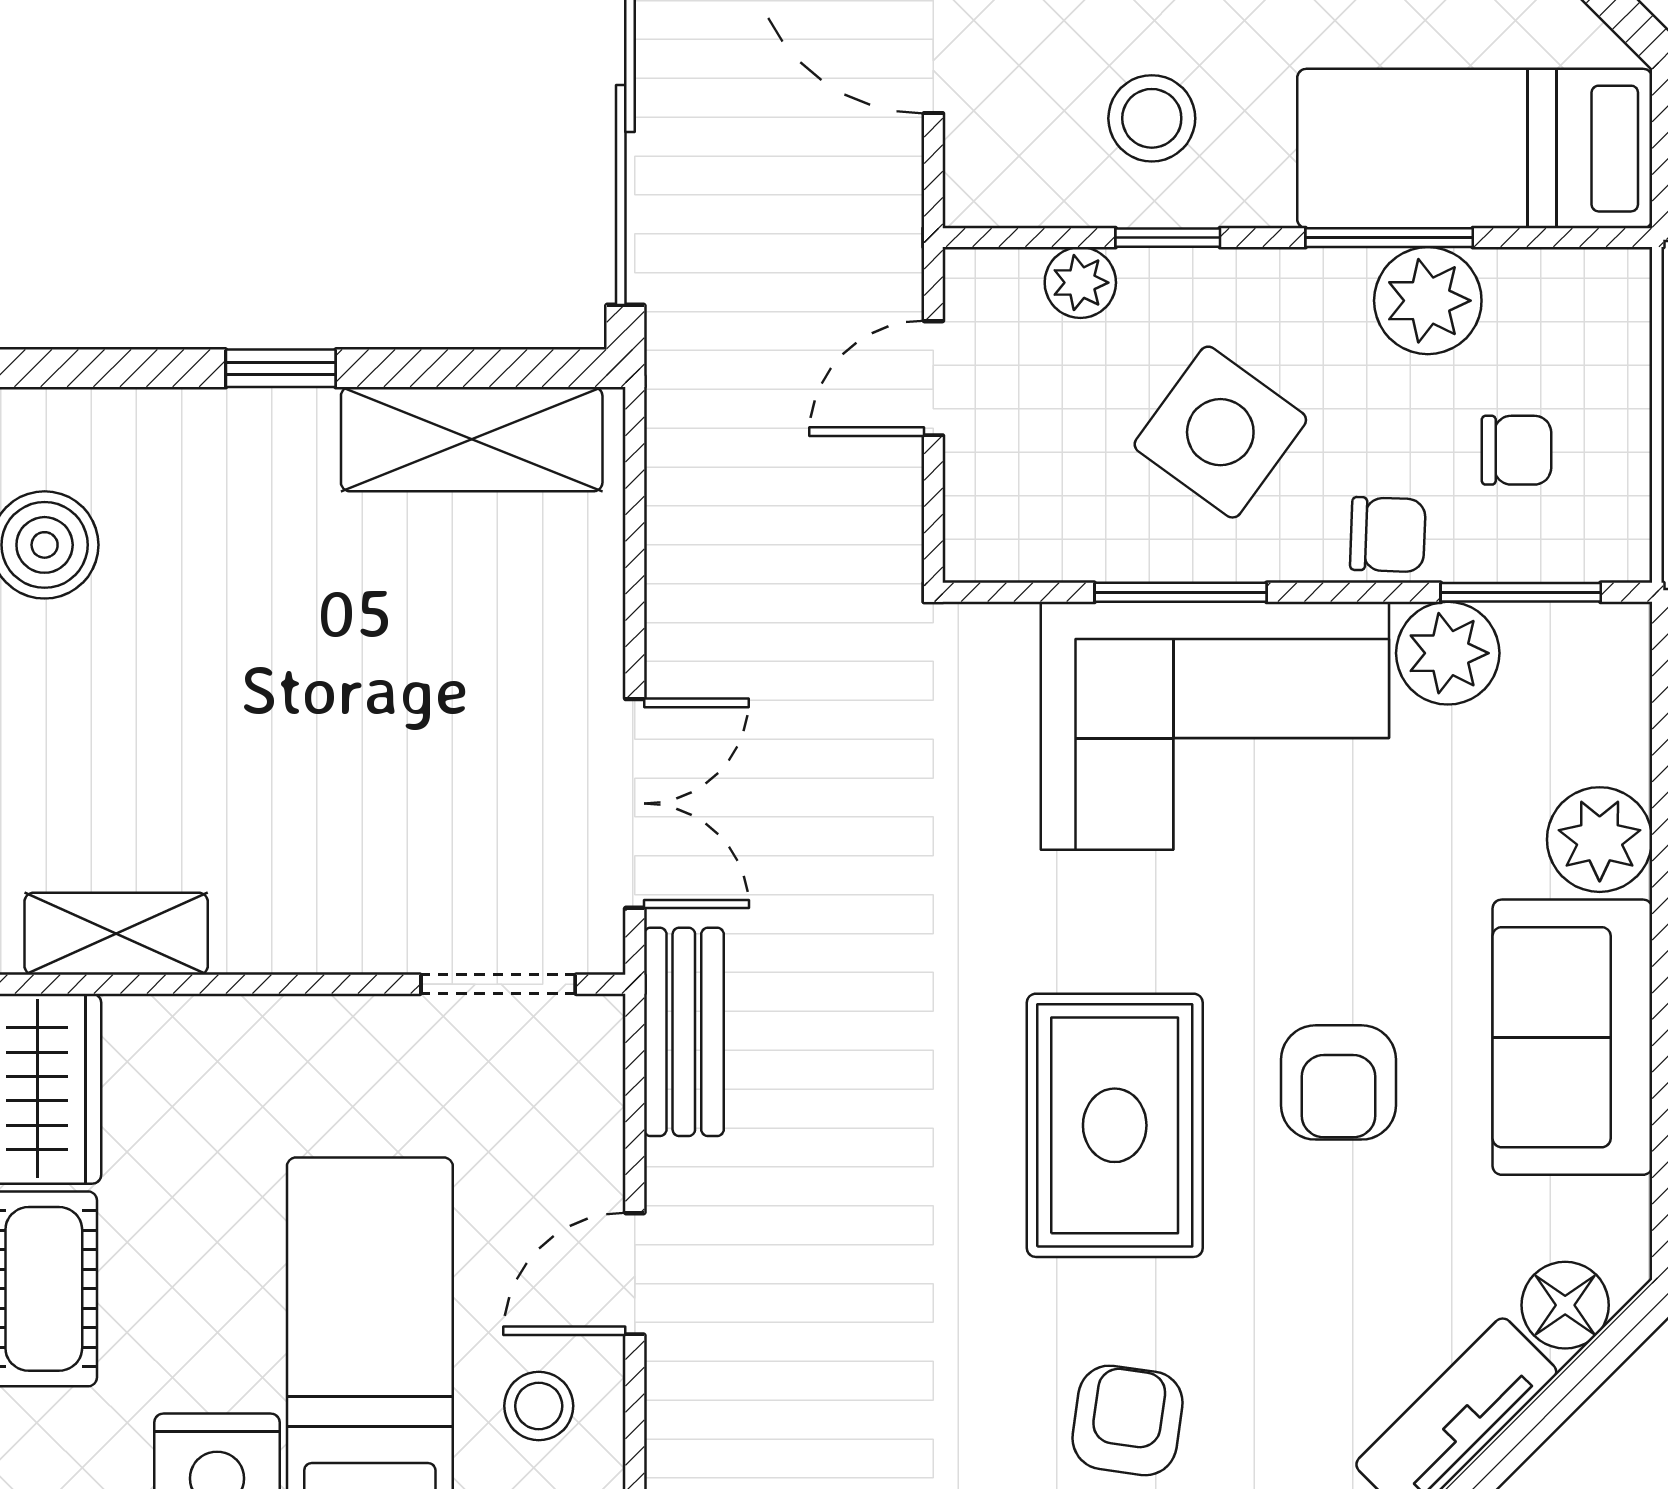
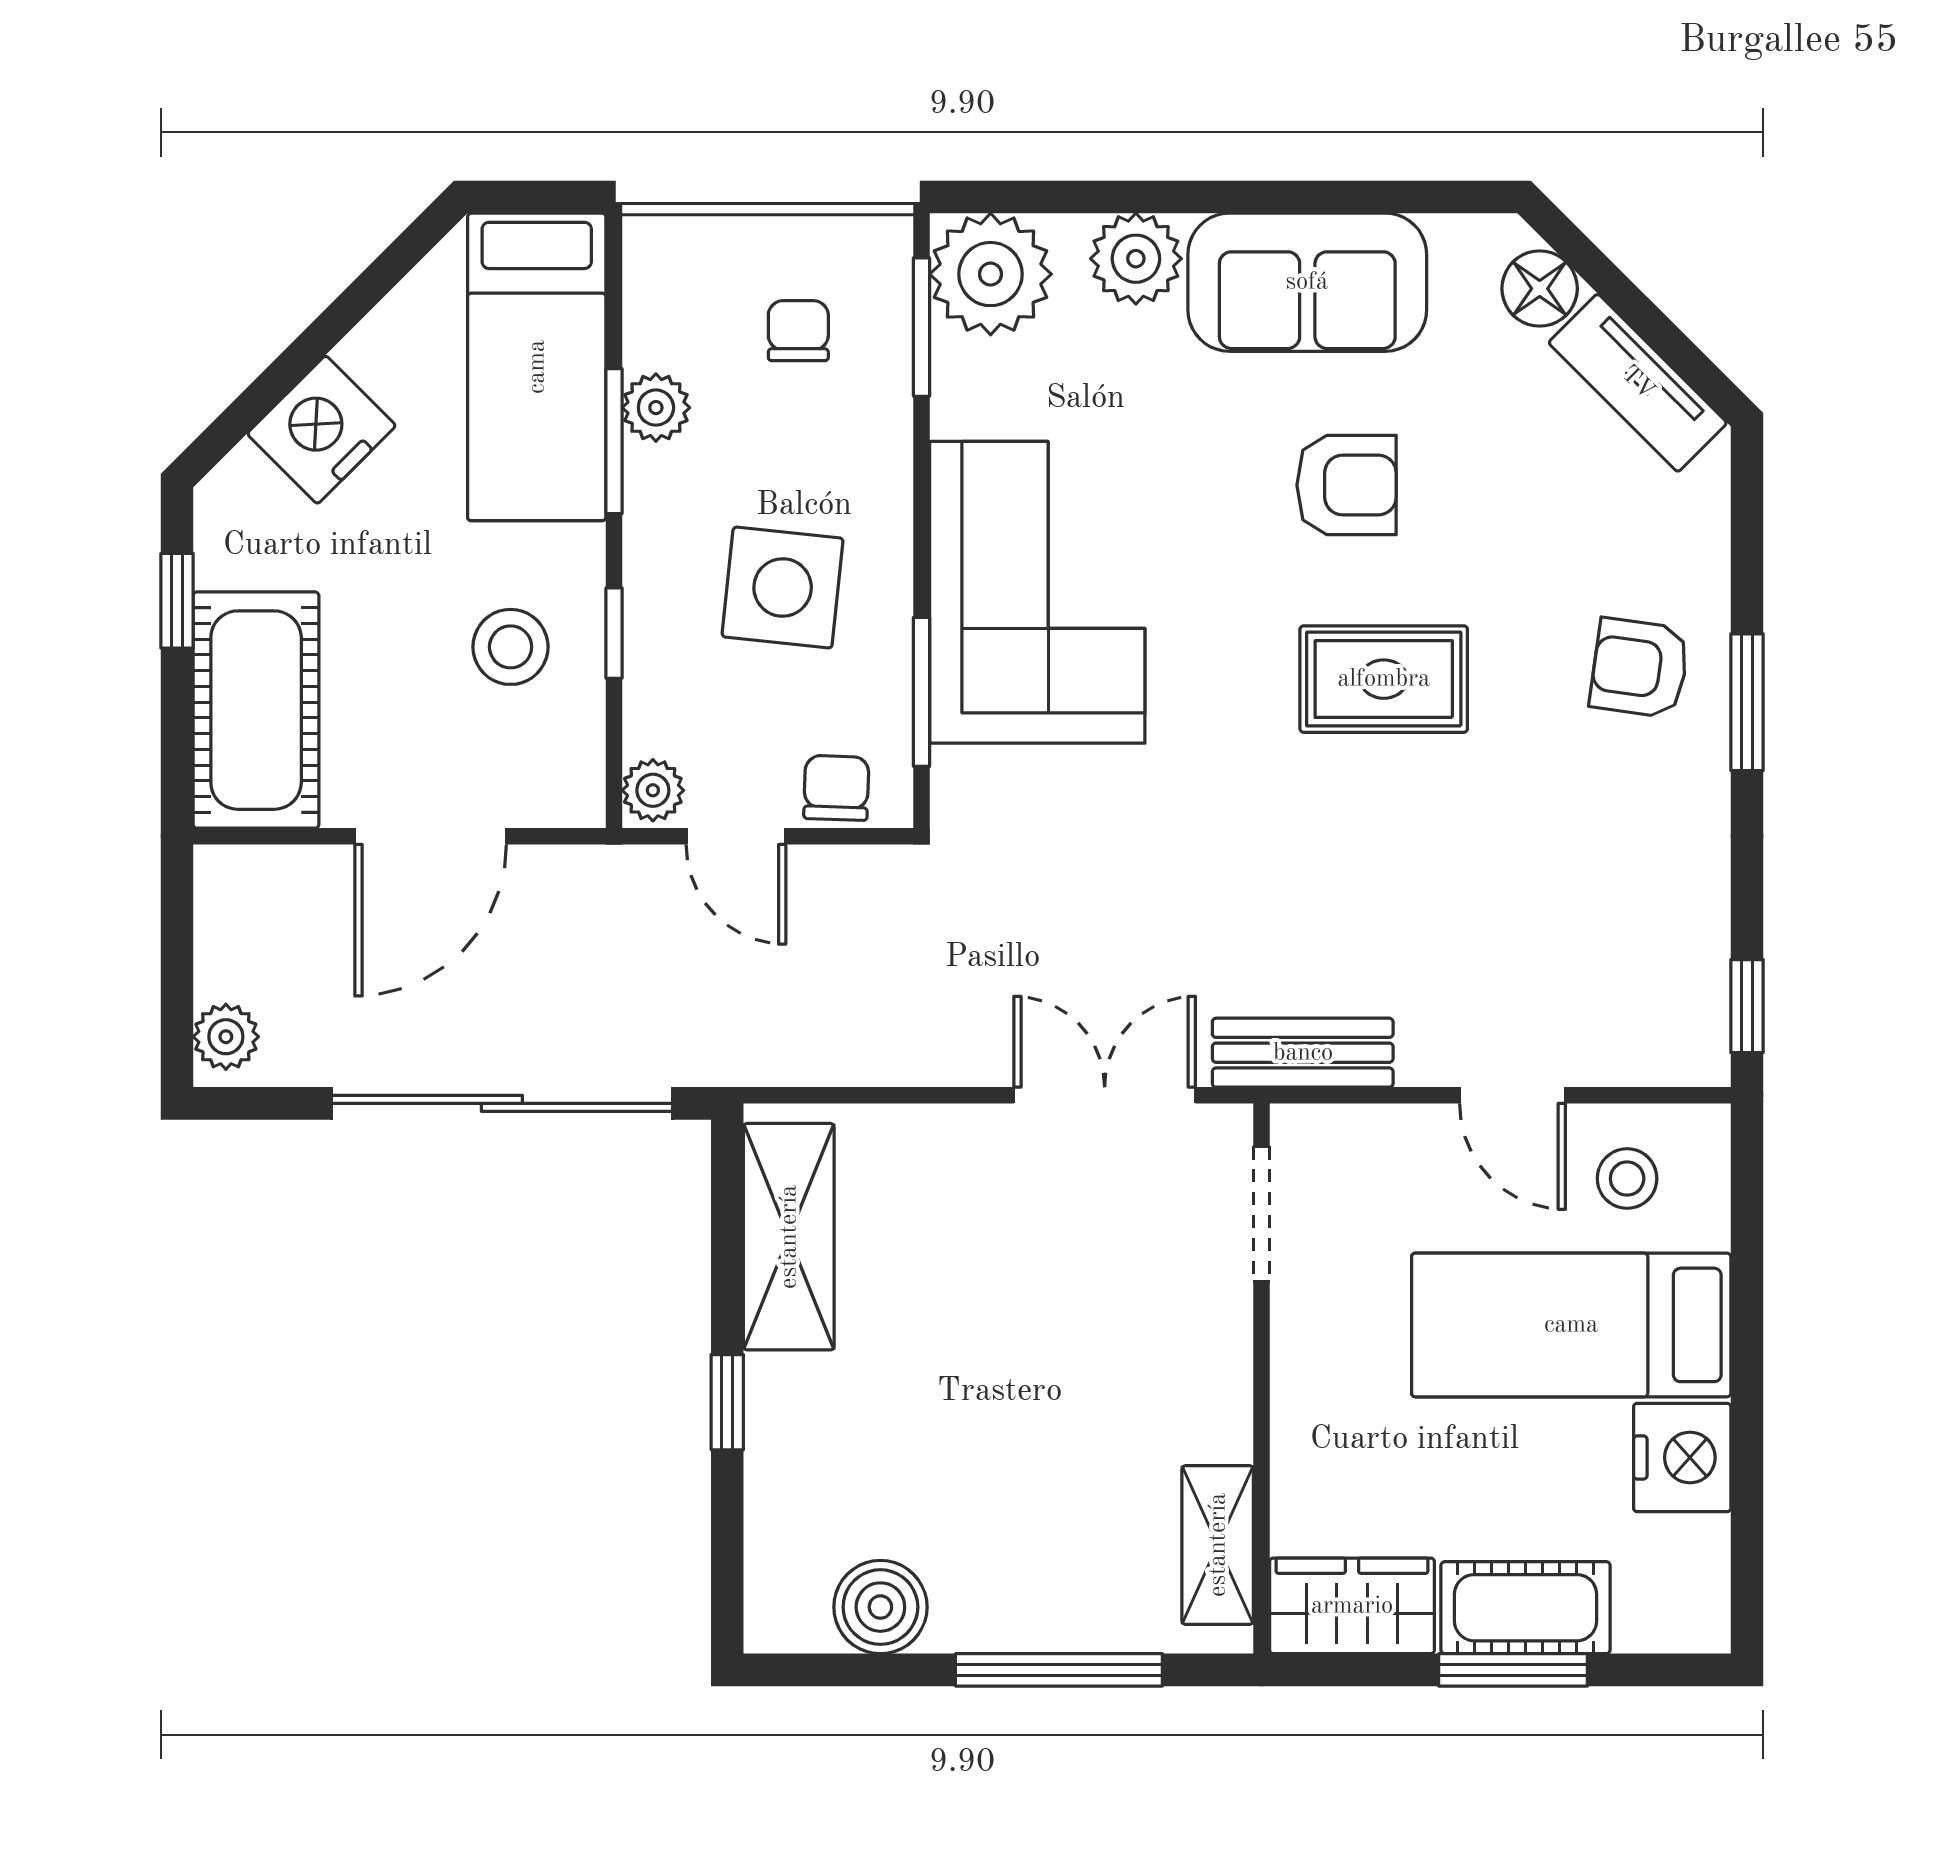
plant: (1080, 283) -> (653, 790), moved
plant: (1428, 301) -> (656, 408), width x0.73, depth x0.73
side table: (1220, 432) -> (783, 588), turned -30
chair: (1388, 535) -> (836, 788), moved
window: (1181, 592) -> (922, 692), moved
plant: (1448, 653) -> (991, 274), moved, width x1.36, depth x1.36
rug: (1115, 1125) -> (1384, 679), width x0.73, depth x0.70

